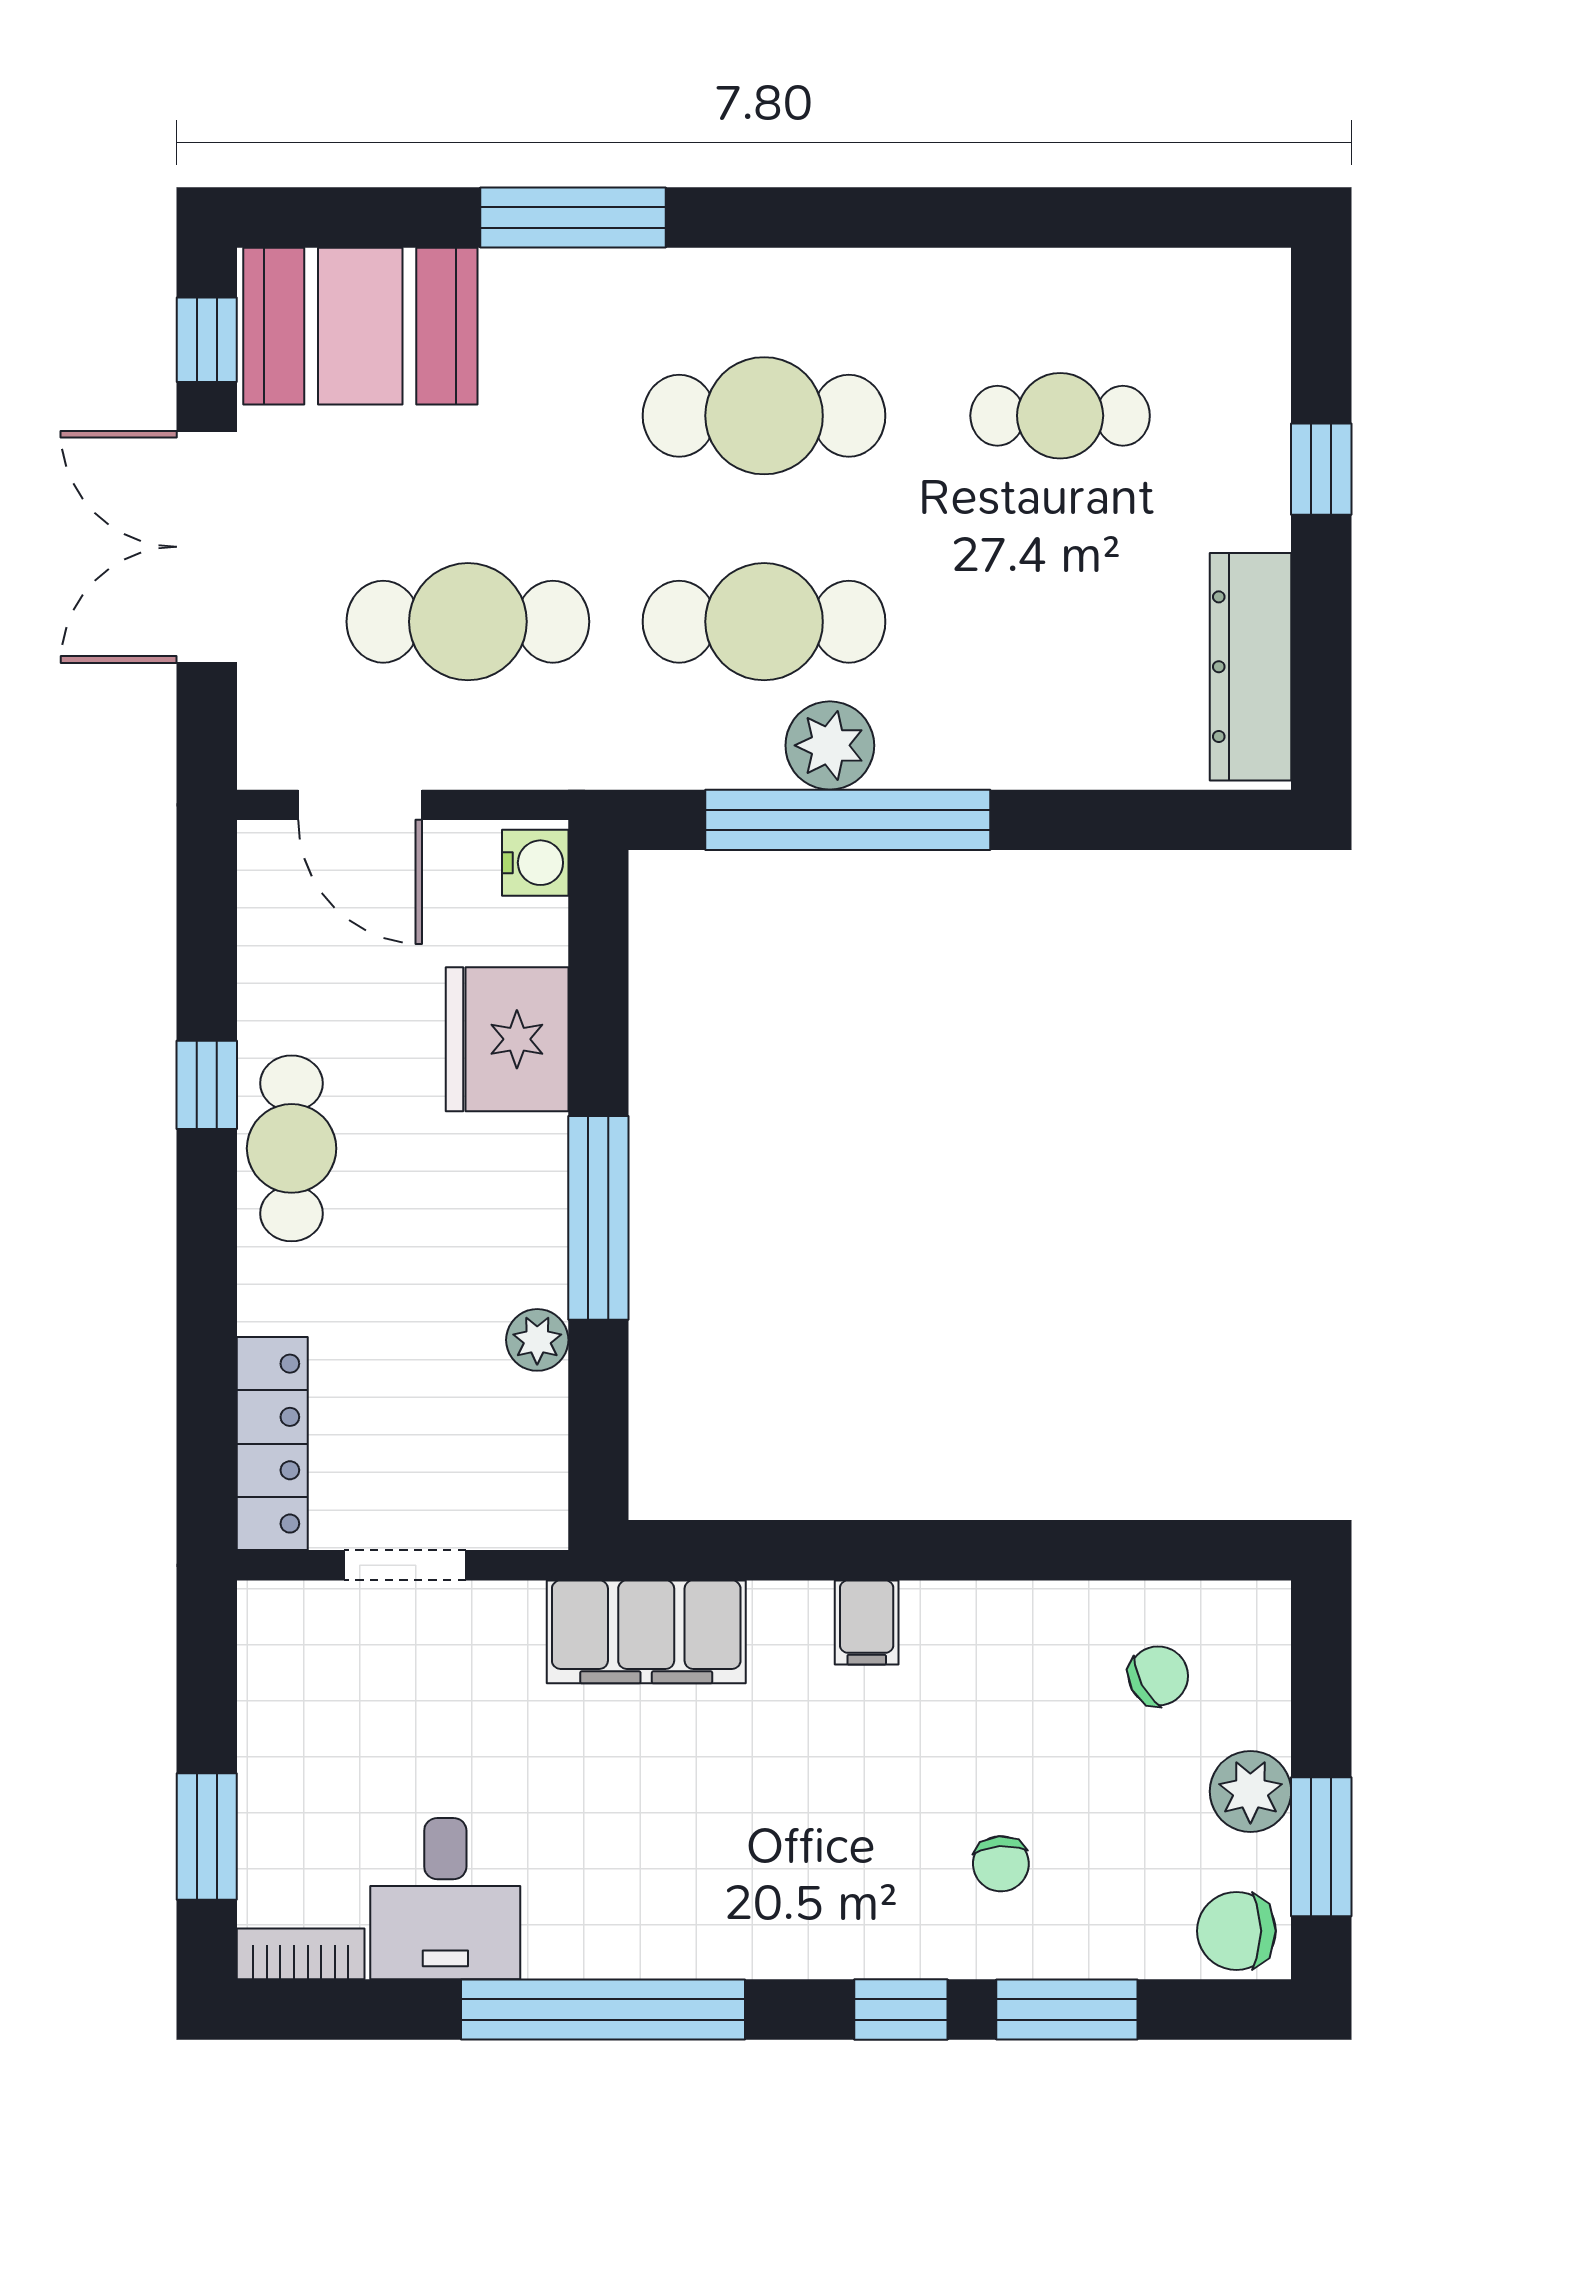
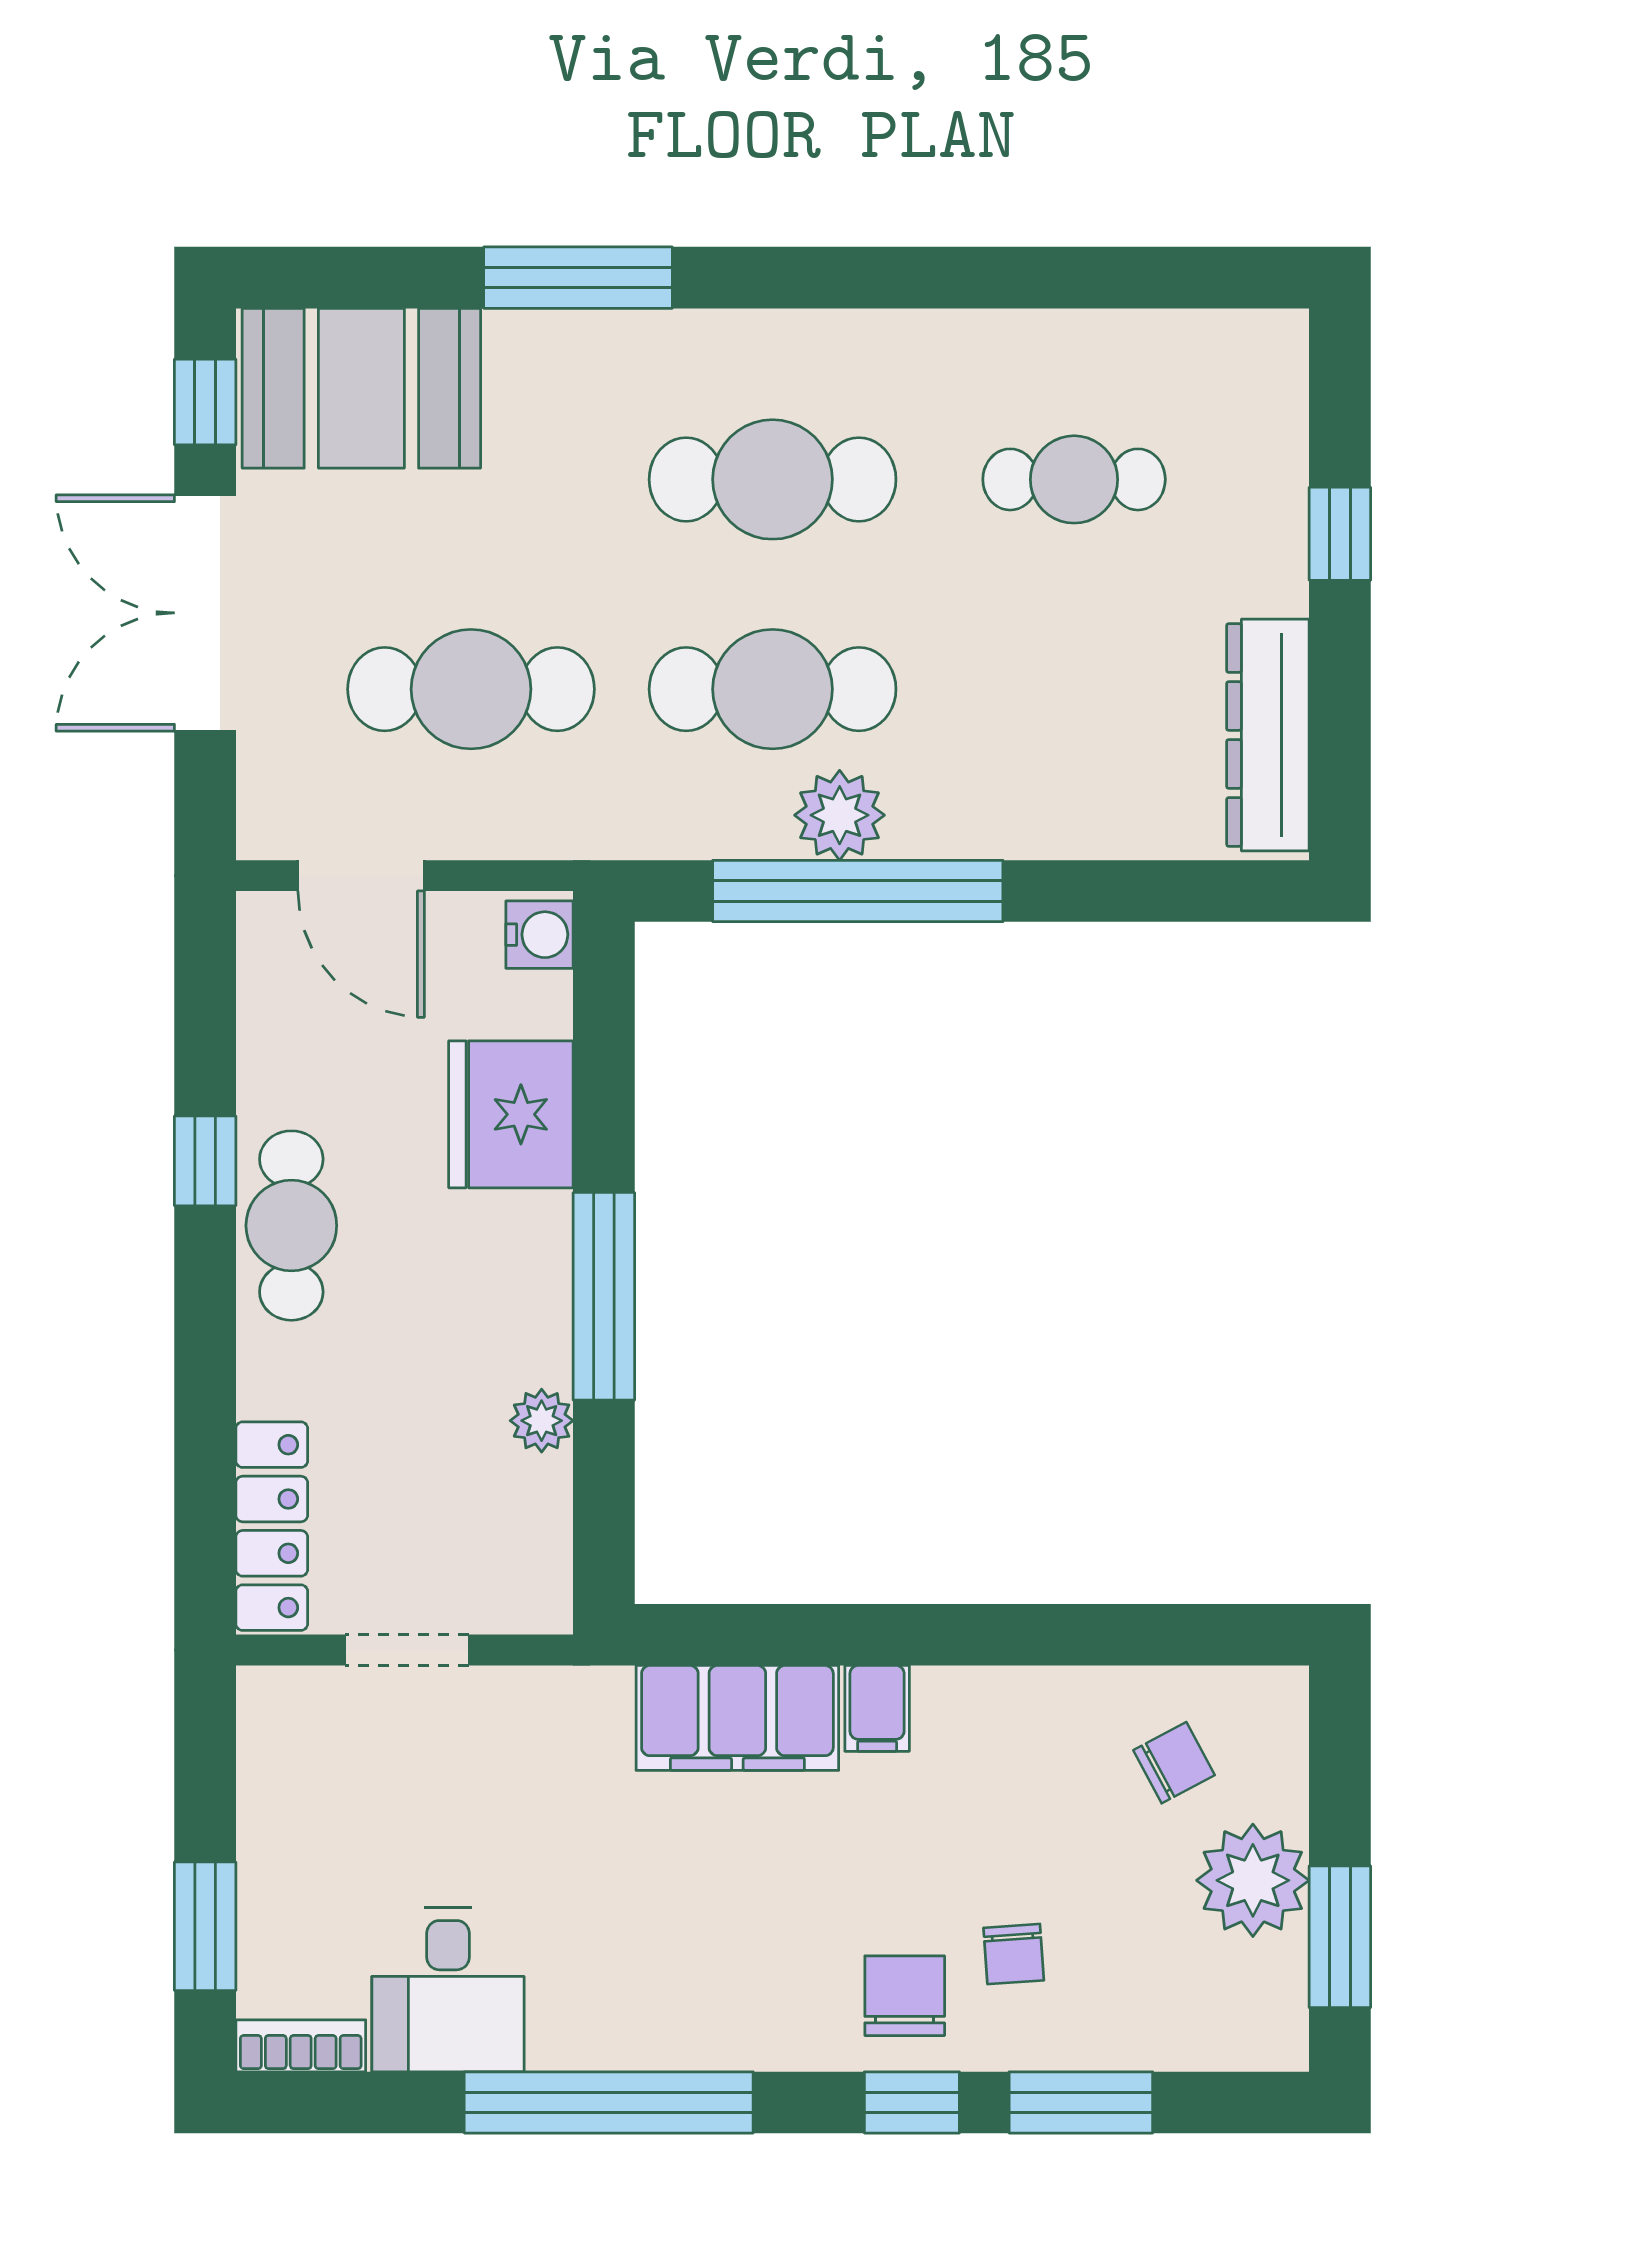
filing cabinet: (646, 1632) -> (737, 1718), moved
plant: (1250, 1791) -> (1253, 1880), width x1.36, depth x1.36
chair: (1236, 1931) -> (905, 1996), moved, turned 90

